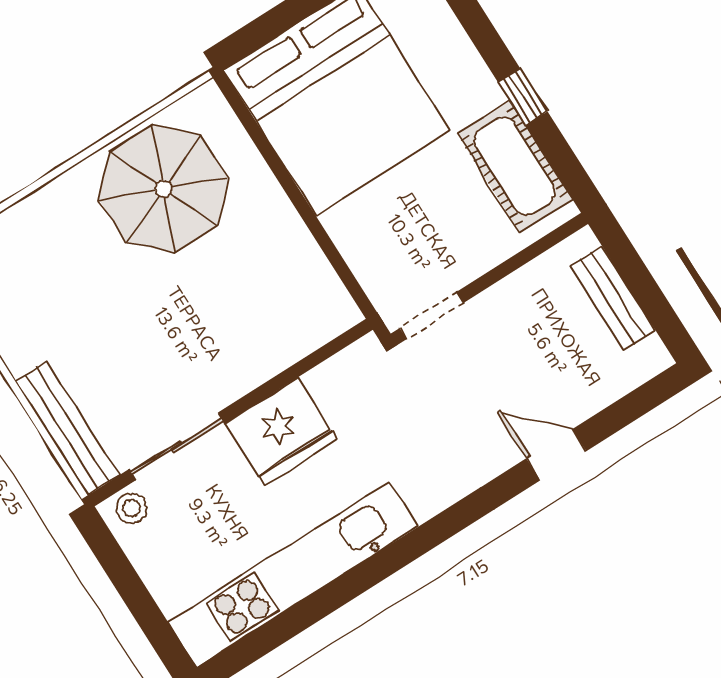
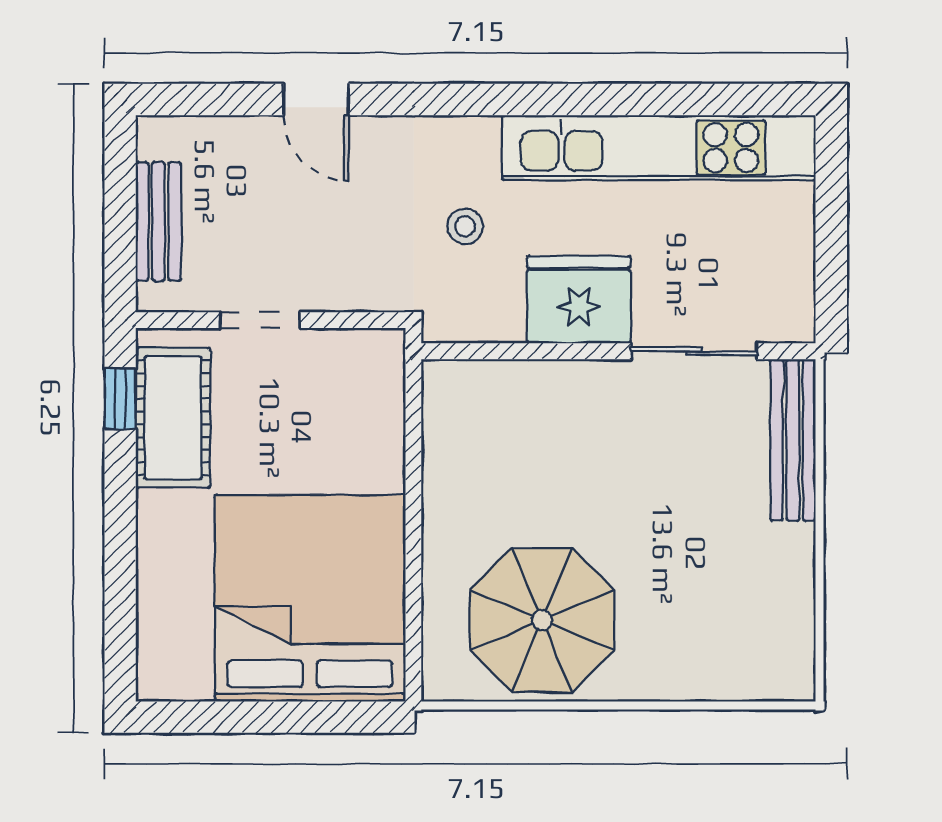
window: (523, 97) -> (120, 399), moved
doorway: (432, 315) -> (260, 320), moved
stool: (132, 508) -> (465, 226), moved

